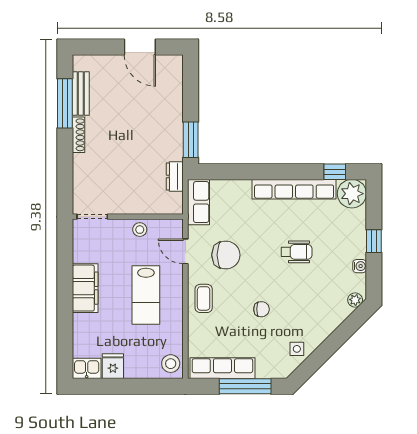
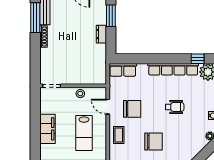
window: (191, 140) -> (111, 16), moved
dresser: (175, 176) -> (101, 34), moved
row of seats: (199, 202) -> (123, 70), moved, turned 90
chair: (261, 309) -> (154, 142), width x1.87, depth x1.87

